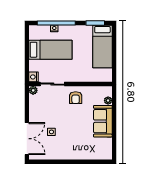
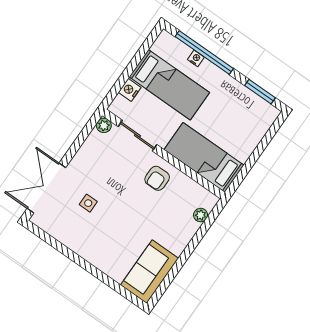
bed: (102, 46) -> (204, 158), moved, turned 90
nightstand: (34, 77) -> (130, 90), moved
sofa: (103, 121) -> (150, 272), moved
double door: (27, 139) -> (46, 188), swing flipped

